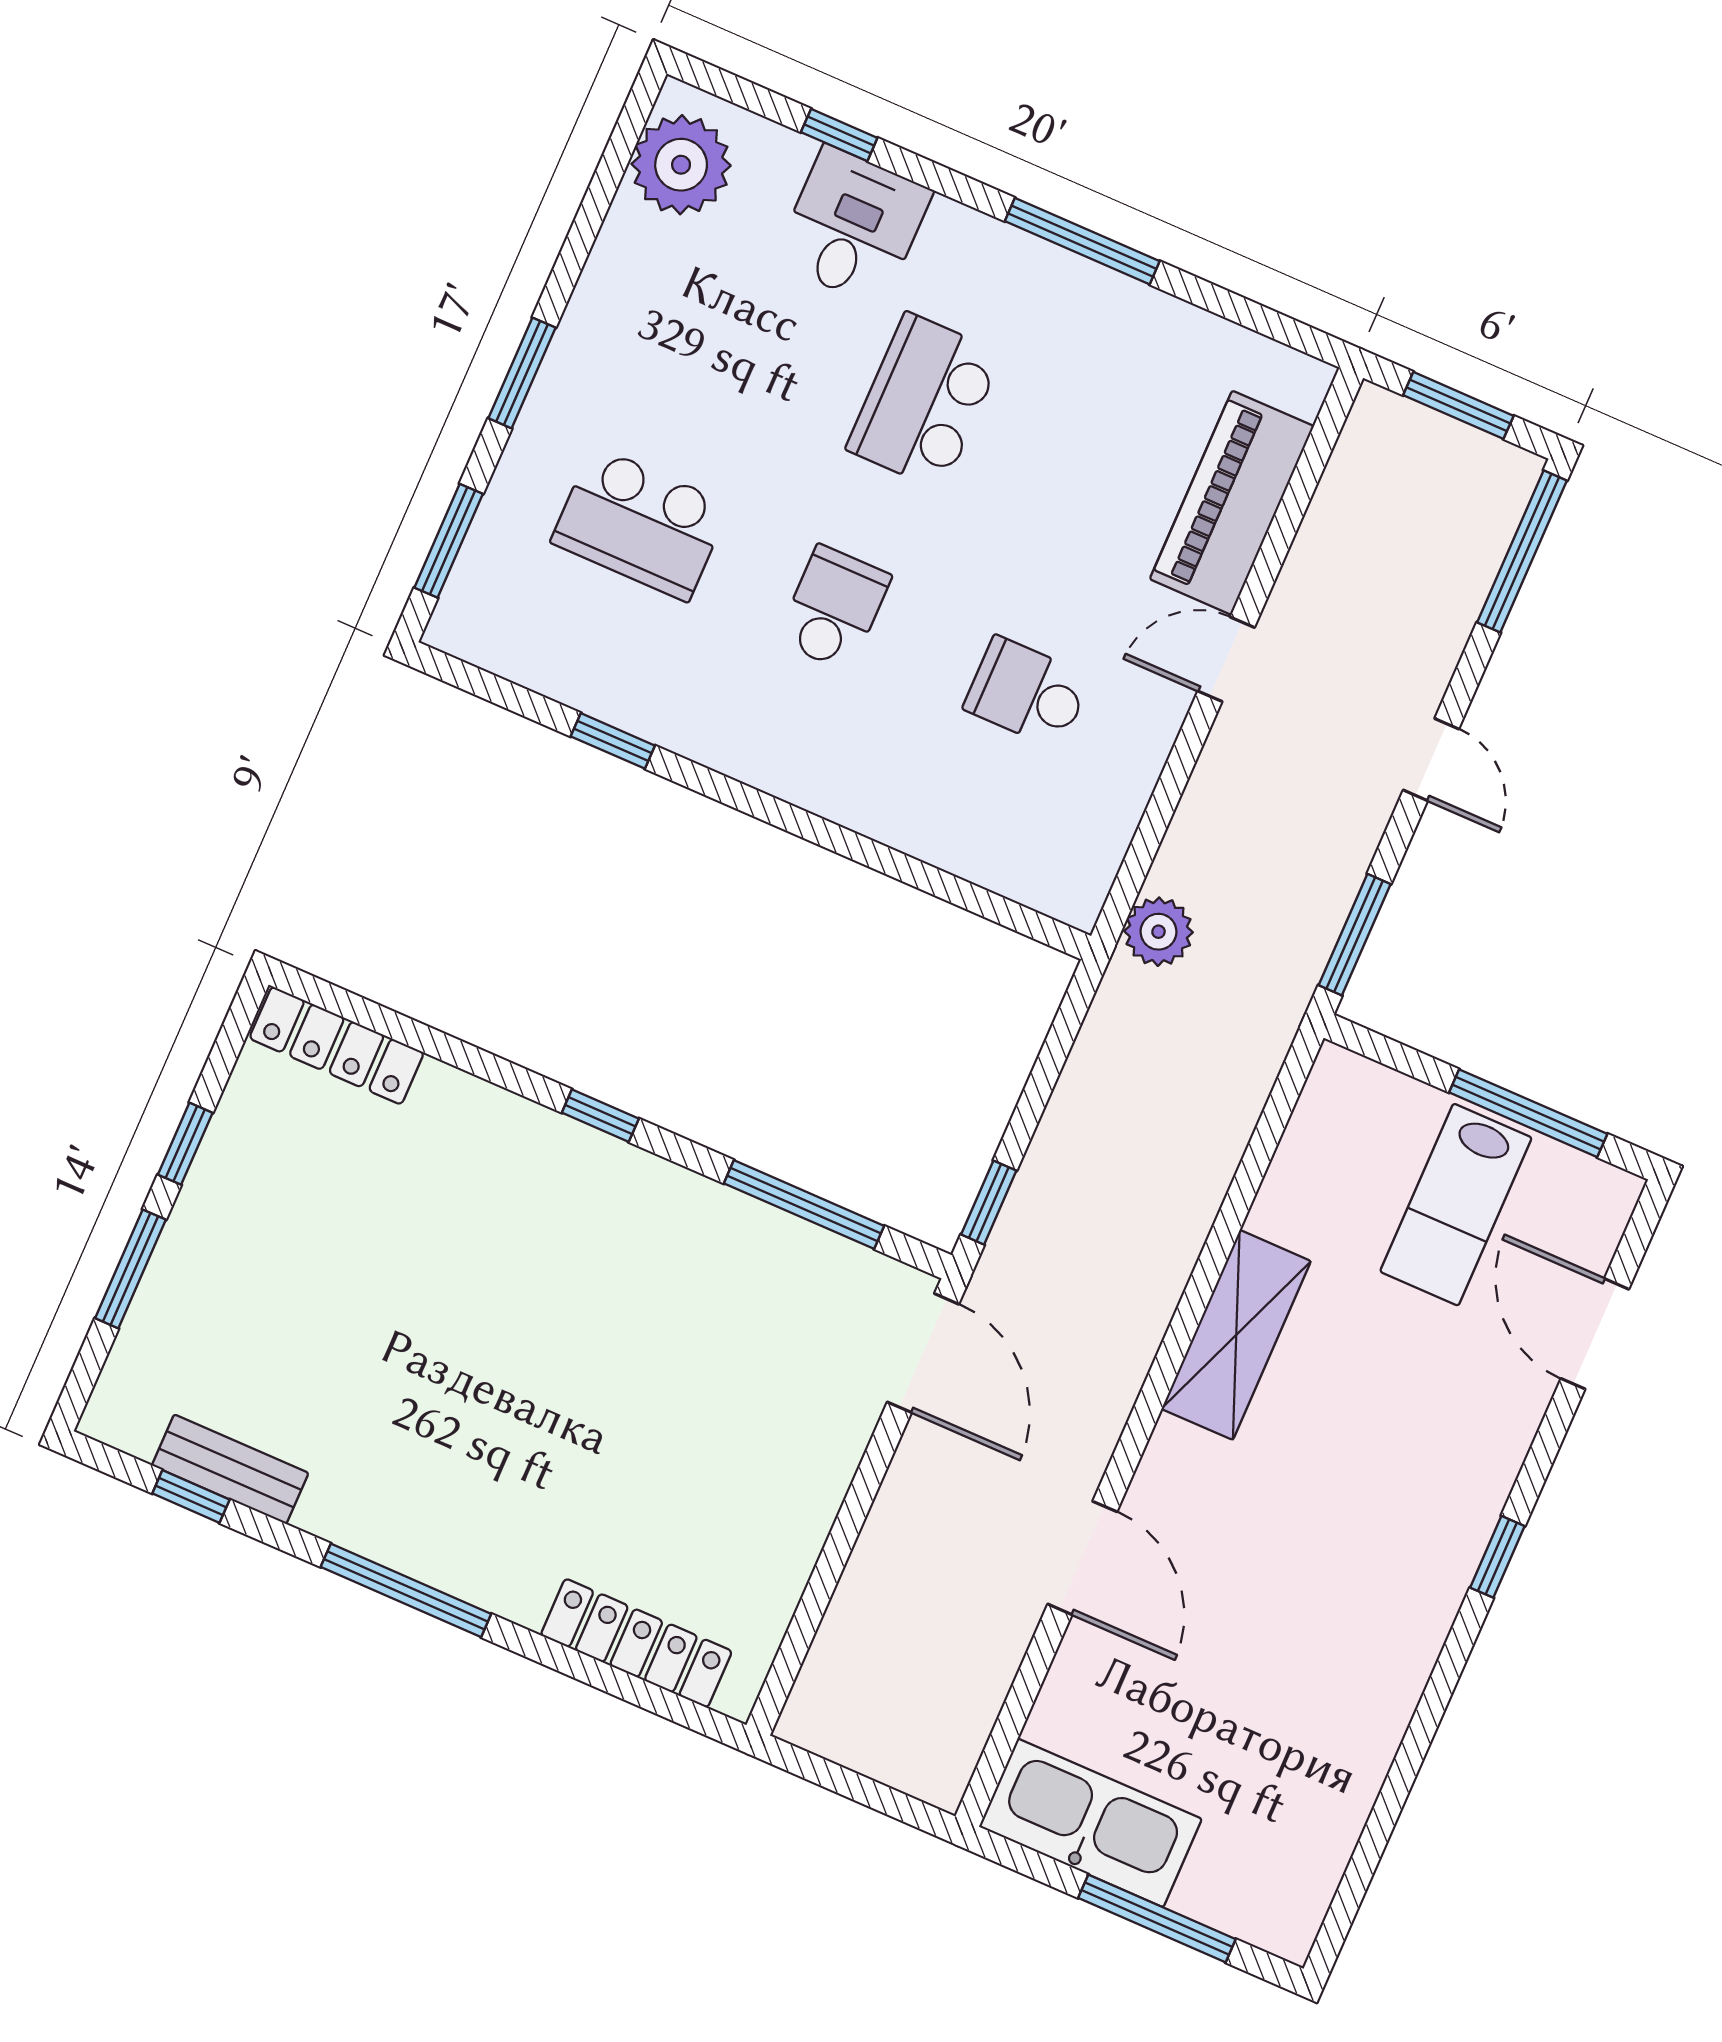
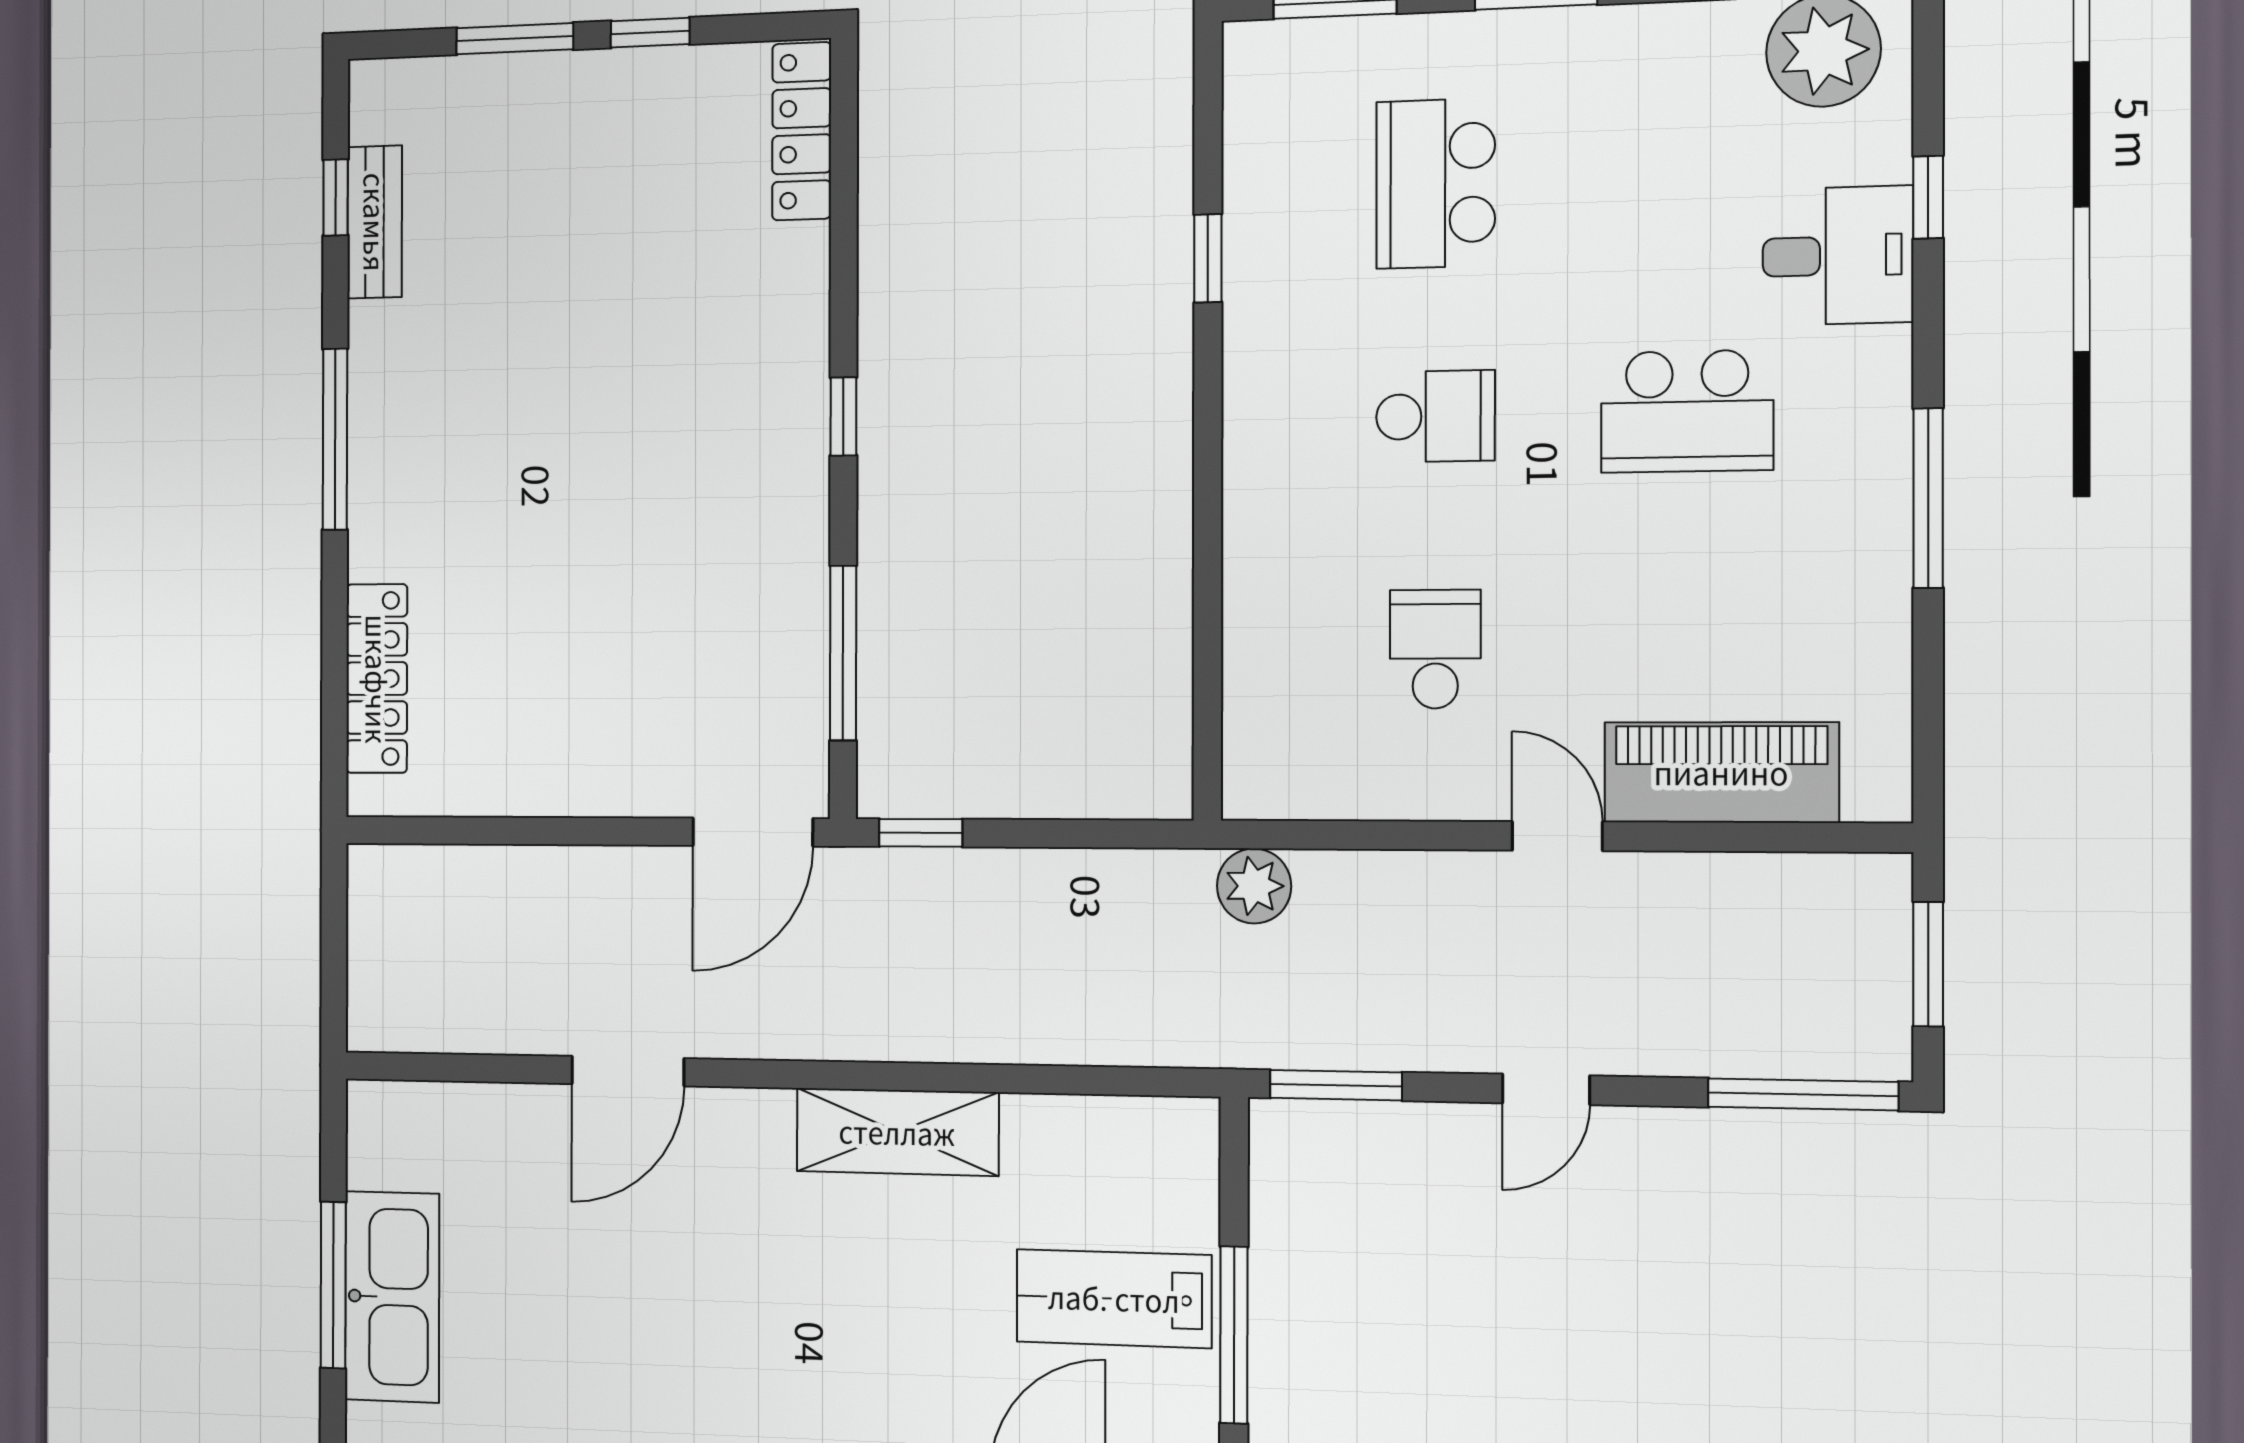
school desk: (924, 401) -> (1687, 411), turned 180
kitchen sink: (1090, 1823) -> (392, 1297), moved

